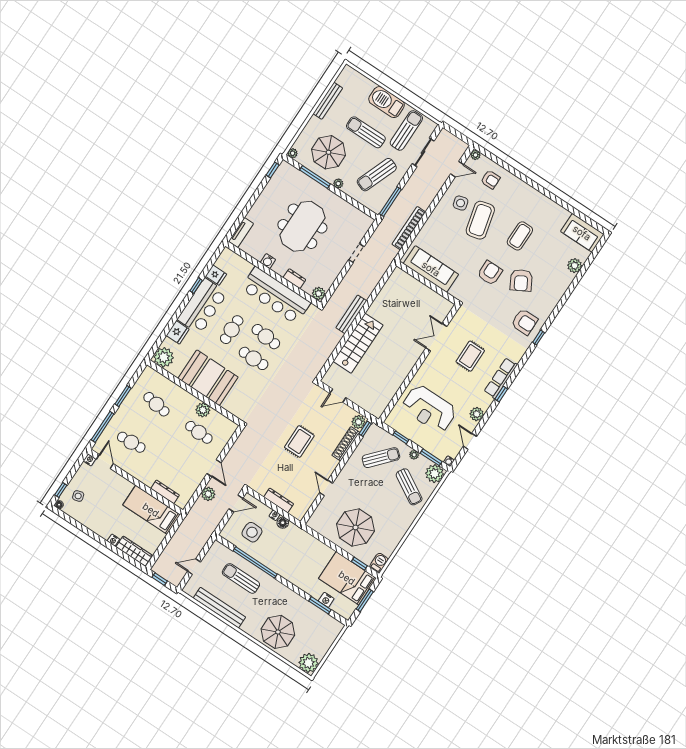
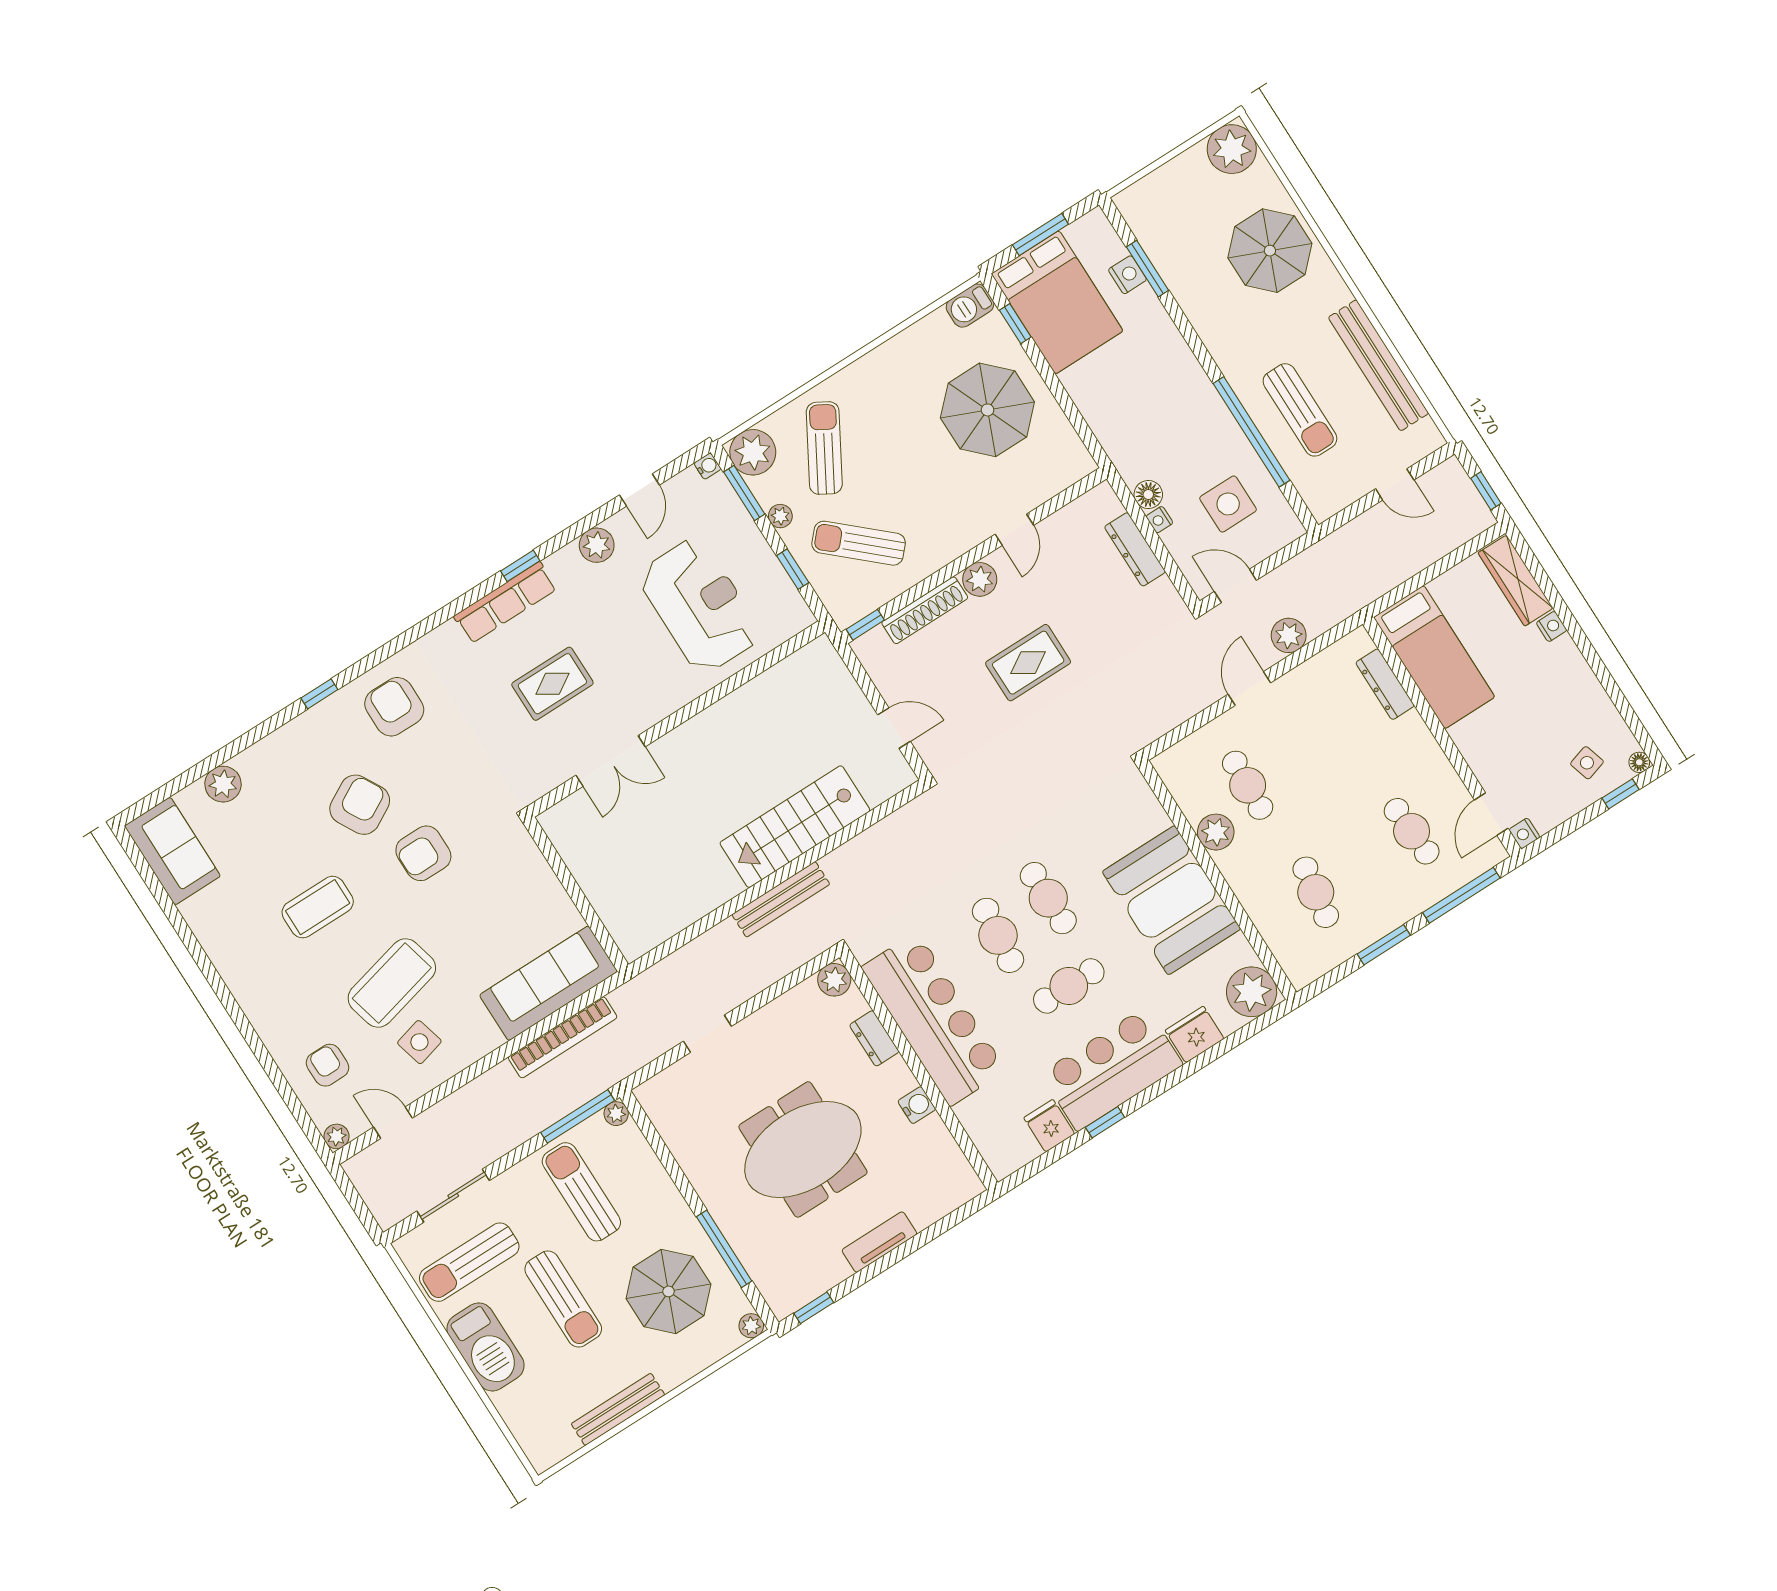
sun lounger: (377, 175) -> (581, 1192), turned -111
plant: (338, 183) -> (616, 1114), moved
tv unit: (241, 233) -> (879, 1242), moved
sofa: (431, 269) -> (549, 983), moved, turned 90
window: (539, 338) -> (319, 694), moved
plant: (359, 422) -> (980, 579), moved

